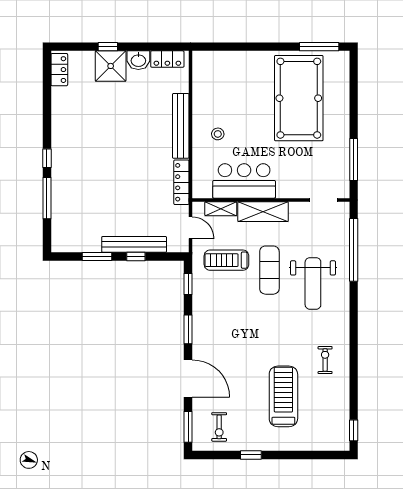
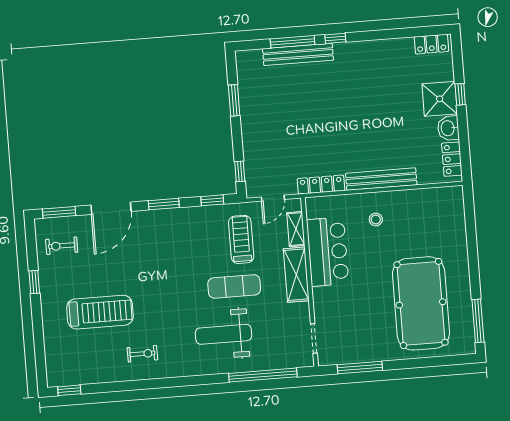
pool table: (299, 98) -> (421, 303), turned 90
bench: (134, 244) -> (298, 54), moved, turned 90
window: (136, 257) -> (240, 171), moved

